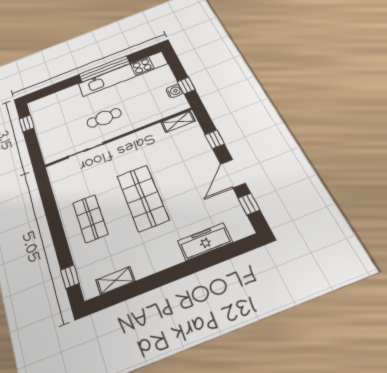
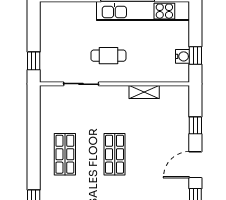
shelving: (178, 122) -> (144, 92), moved
window: (27, 123) -> (34, 61), moved
shop shelf: (143, 198) -> (115, 154), width x0.70, depth x0.74

